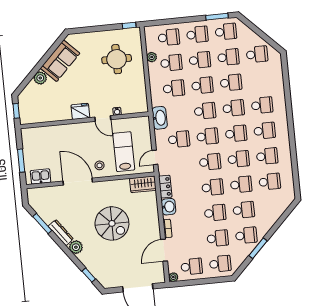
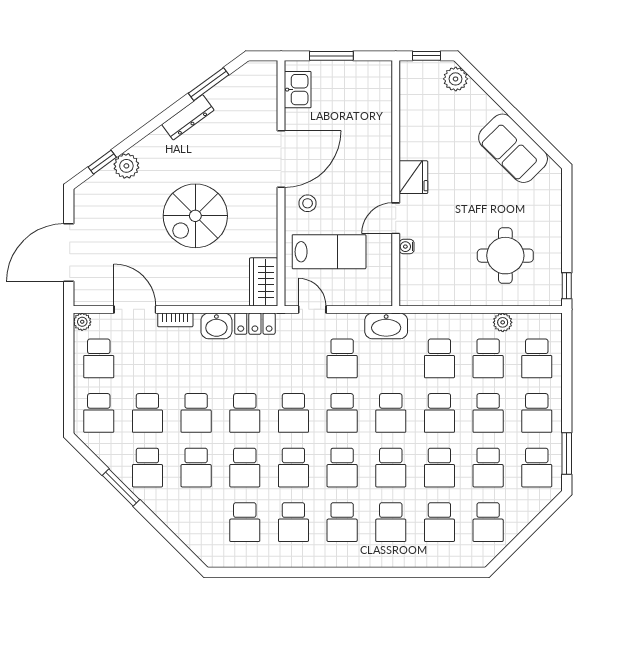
plant: (40, 78) -> (456, 79), moved
school desk: (260, 80) -> (439, 522), added
plant: (76, 247) -> (126, 166), moved

